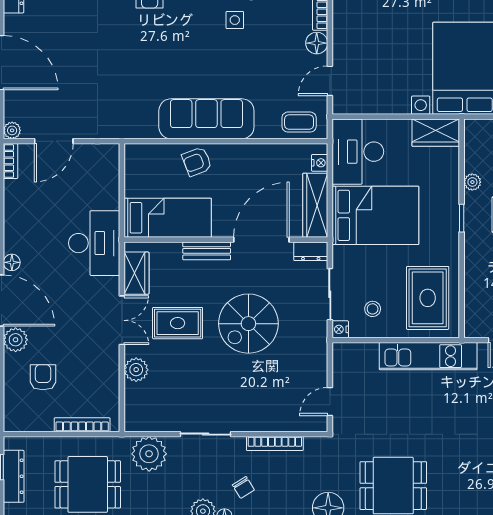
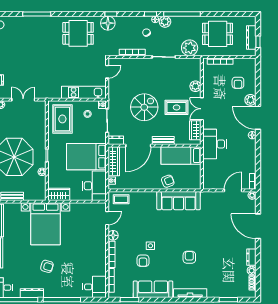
sofa: (206, 119) -> (179, 201), moved
kitchen unit: (428, 356) -> (84, 92), moved

